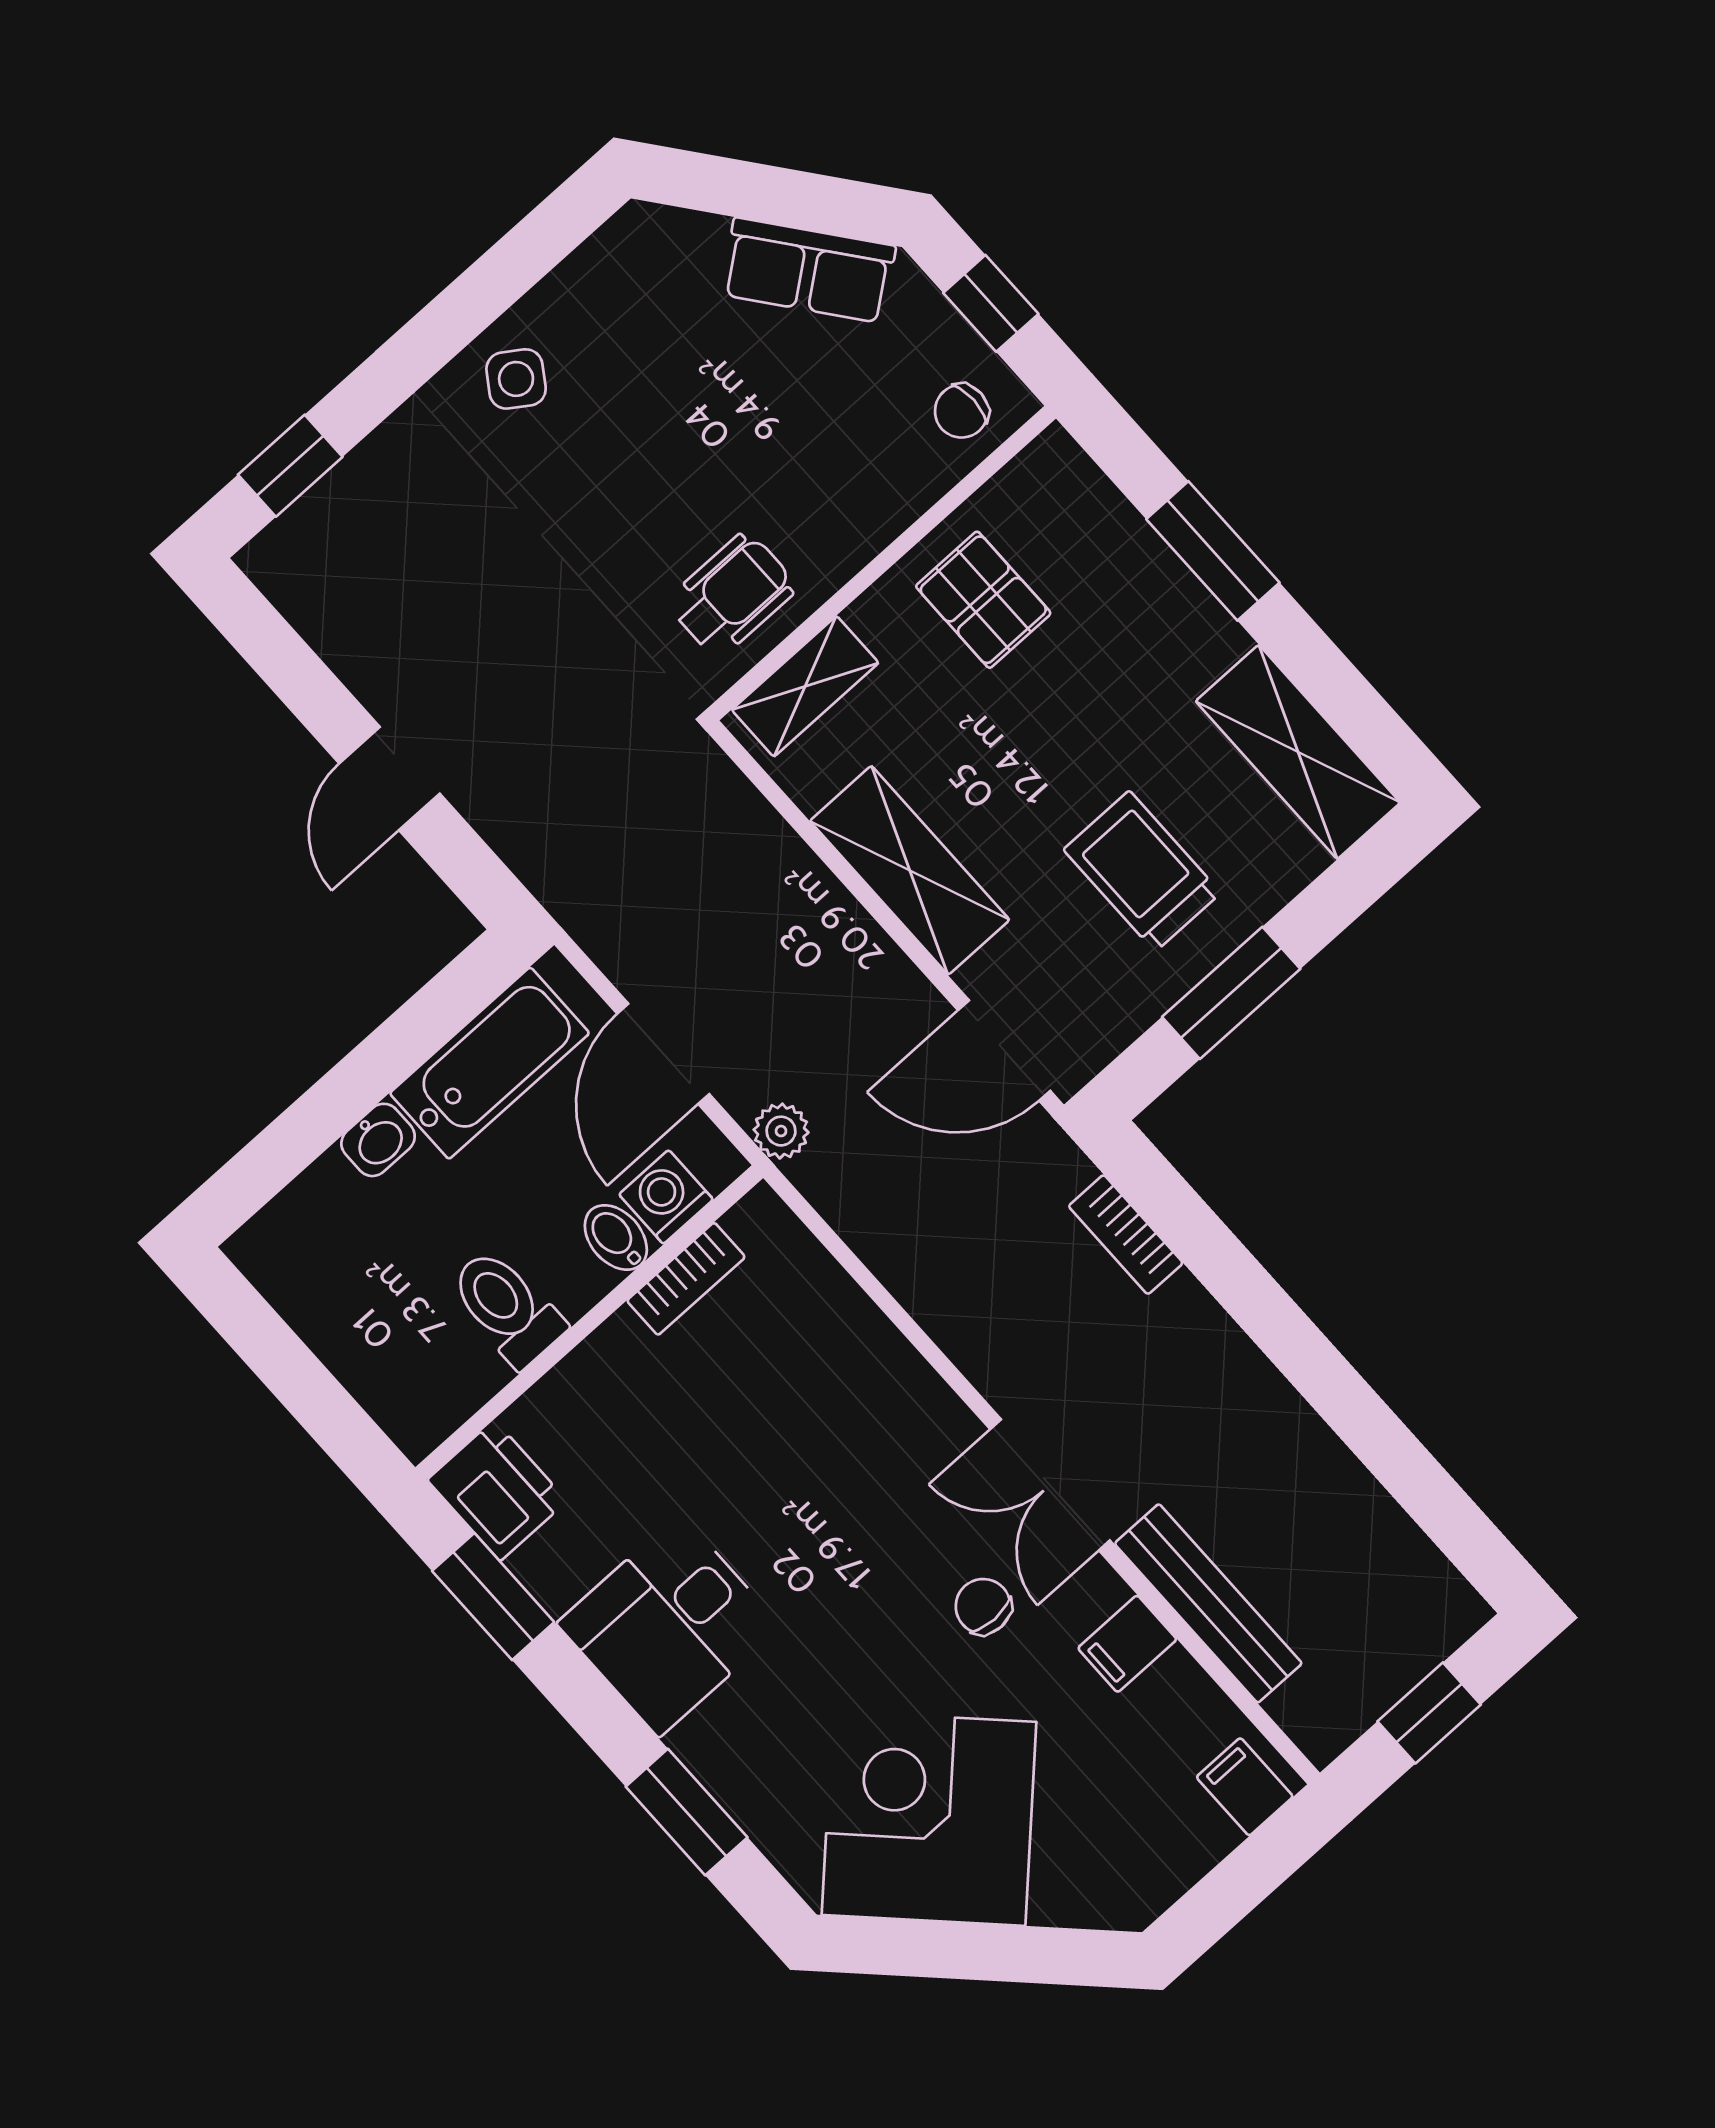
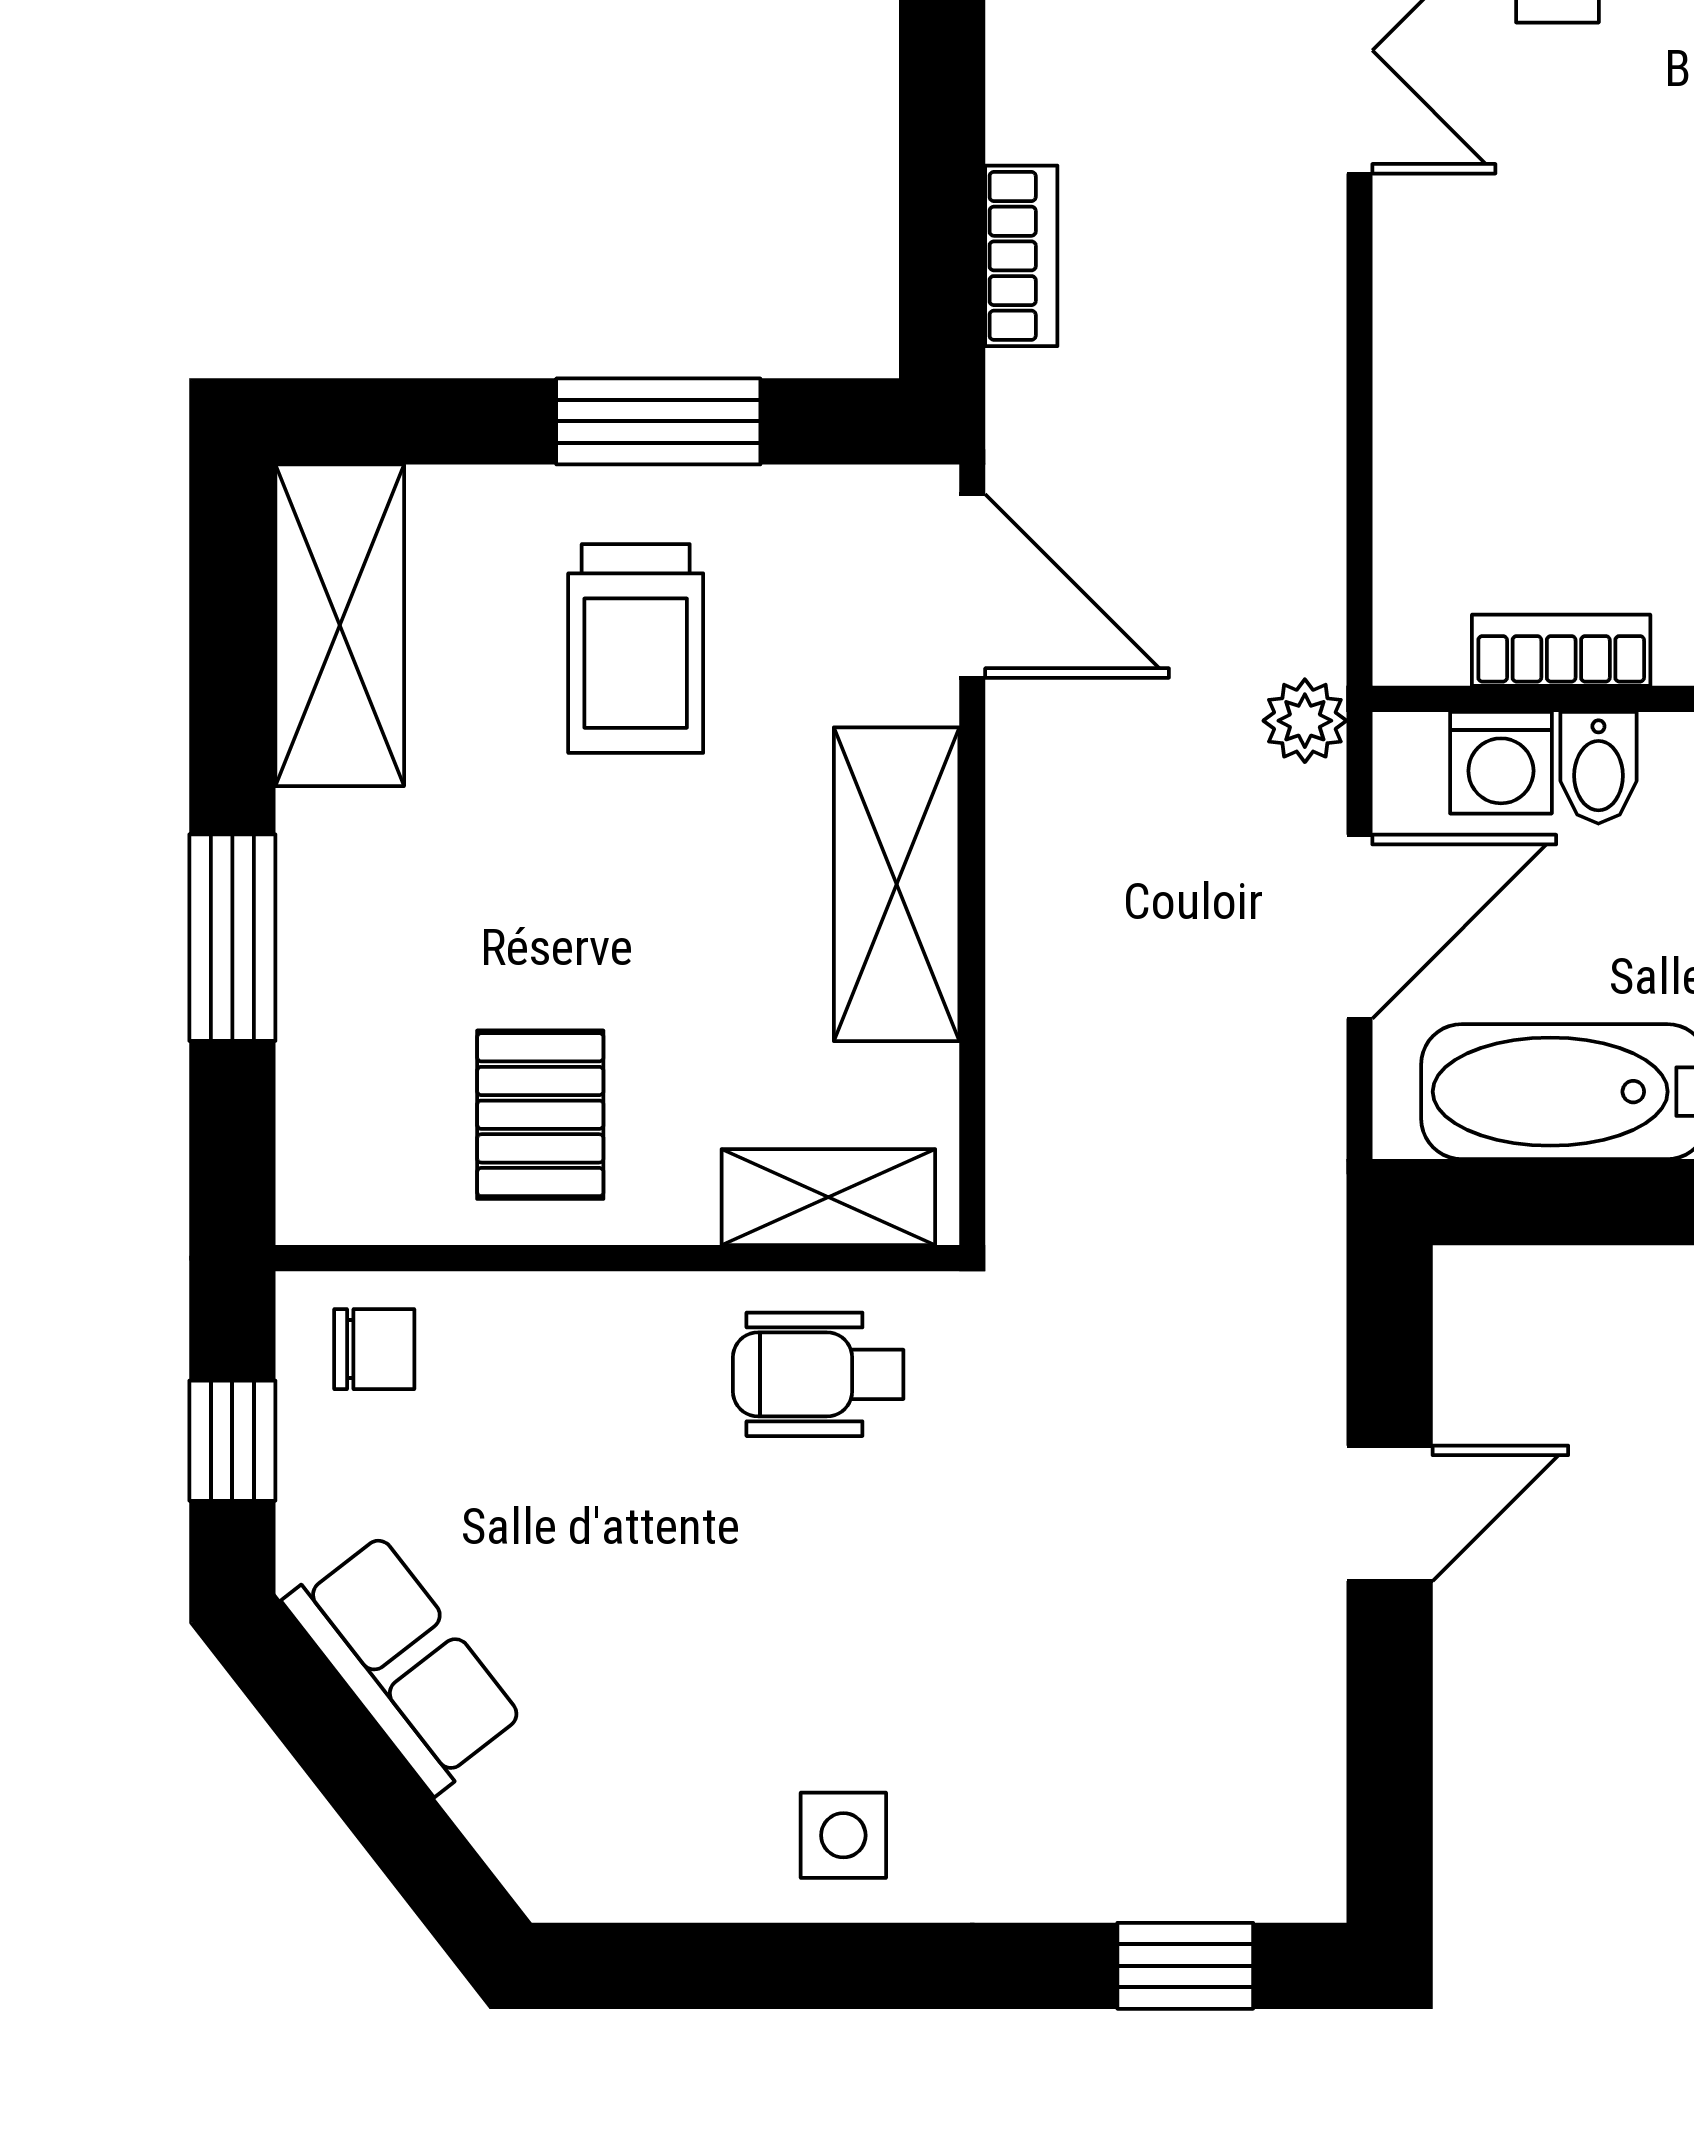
side table: (516, 379) -> (843, 1835), turned -34

